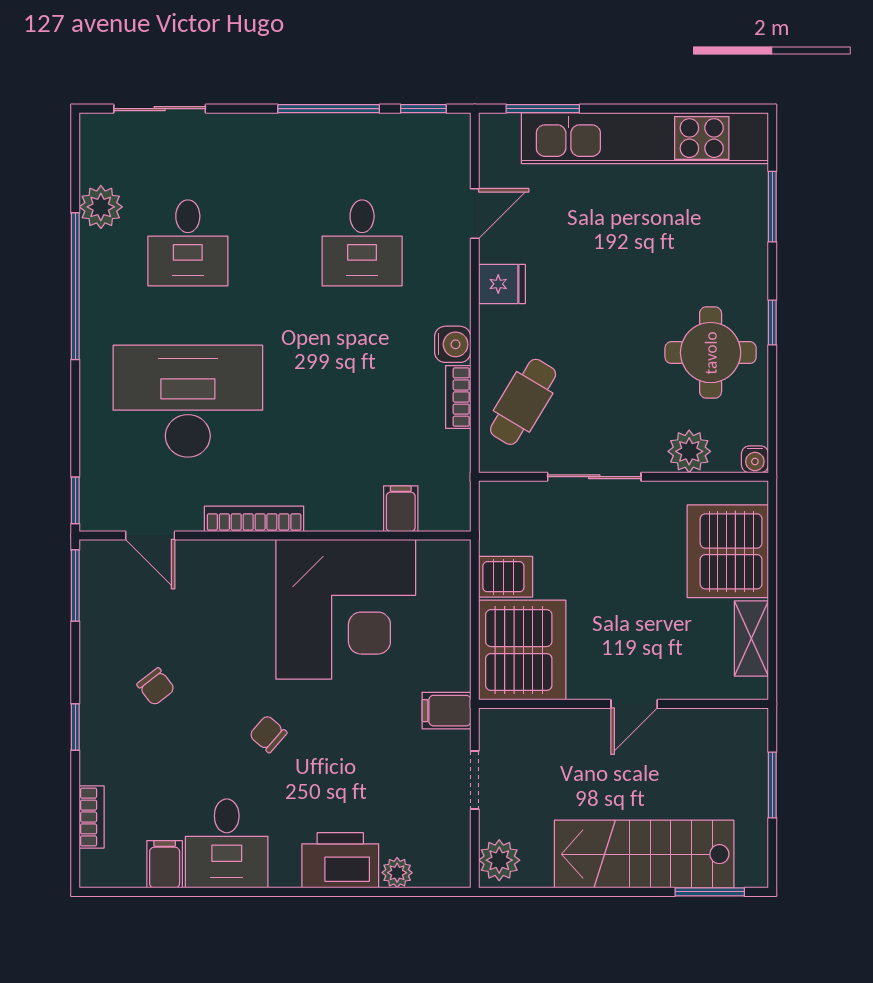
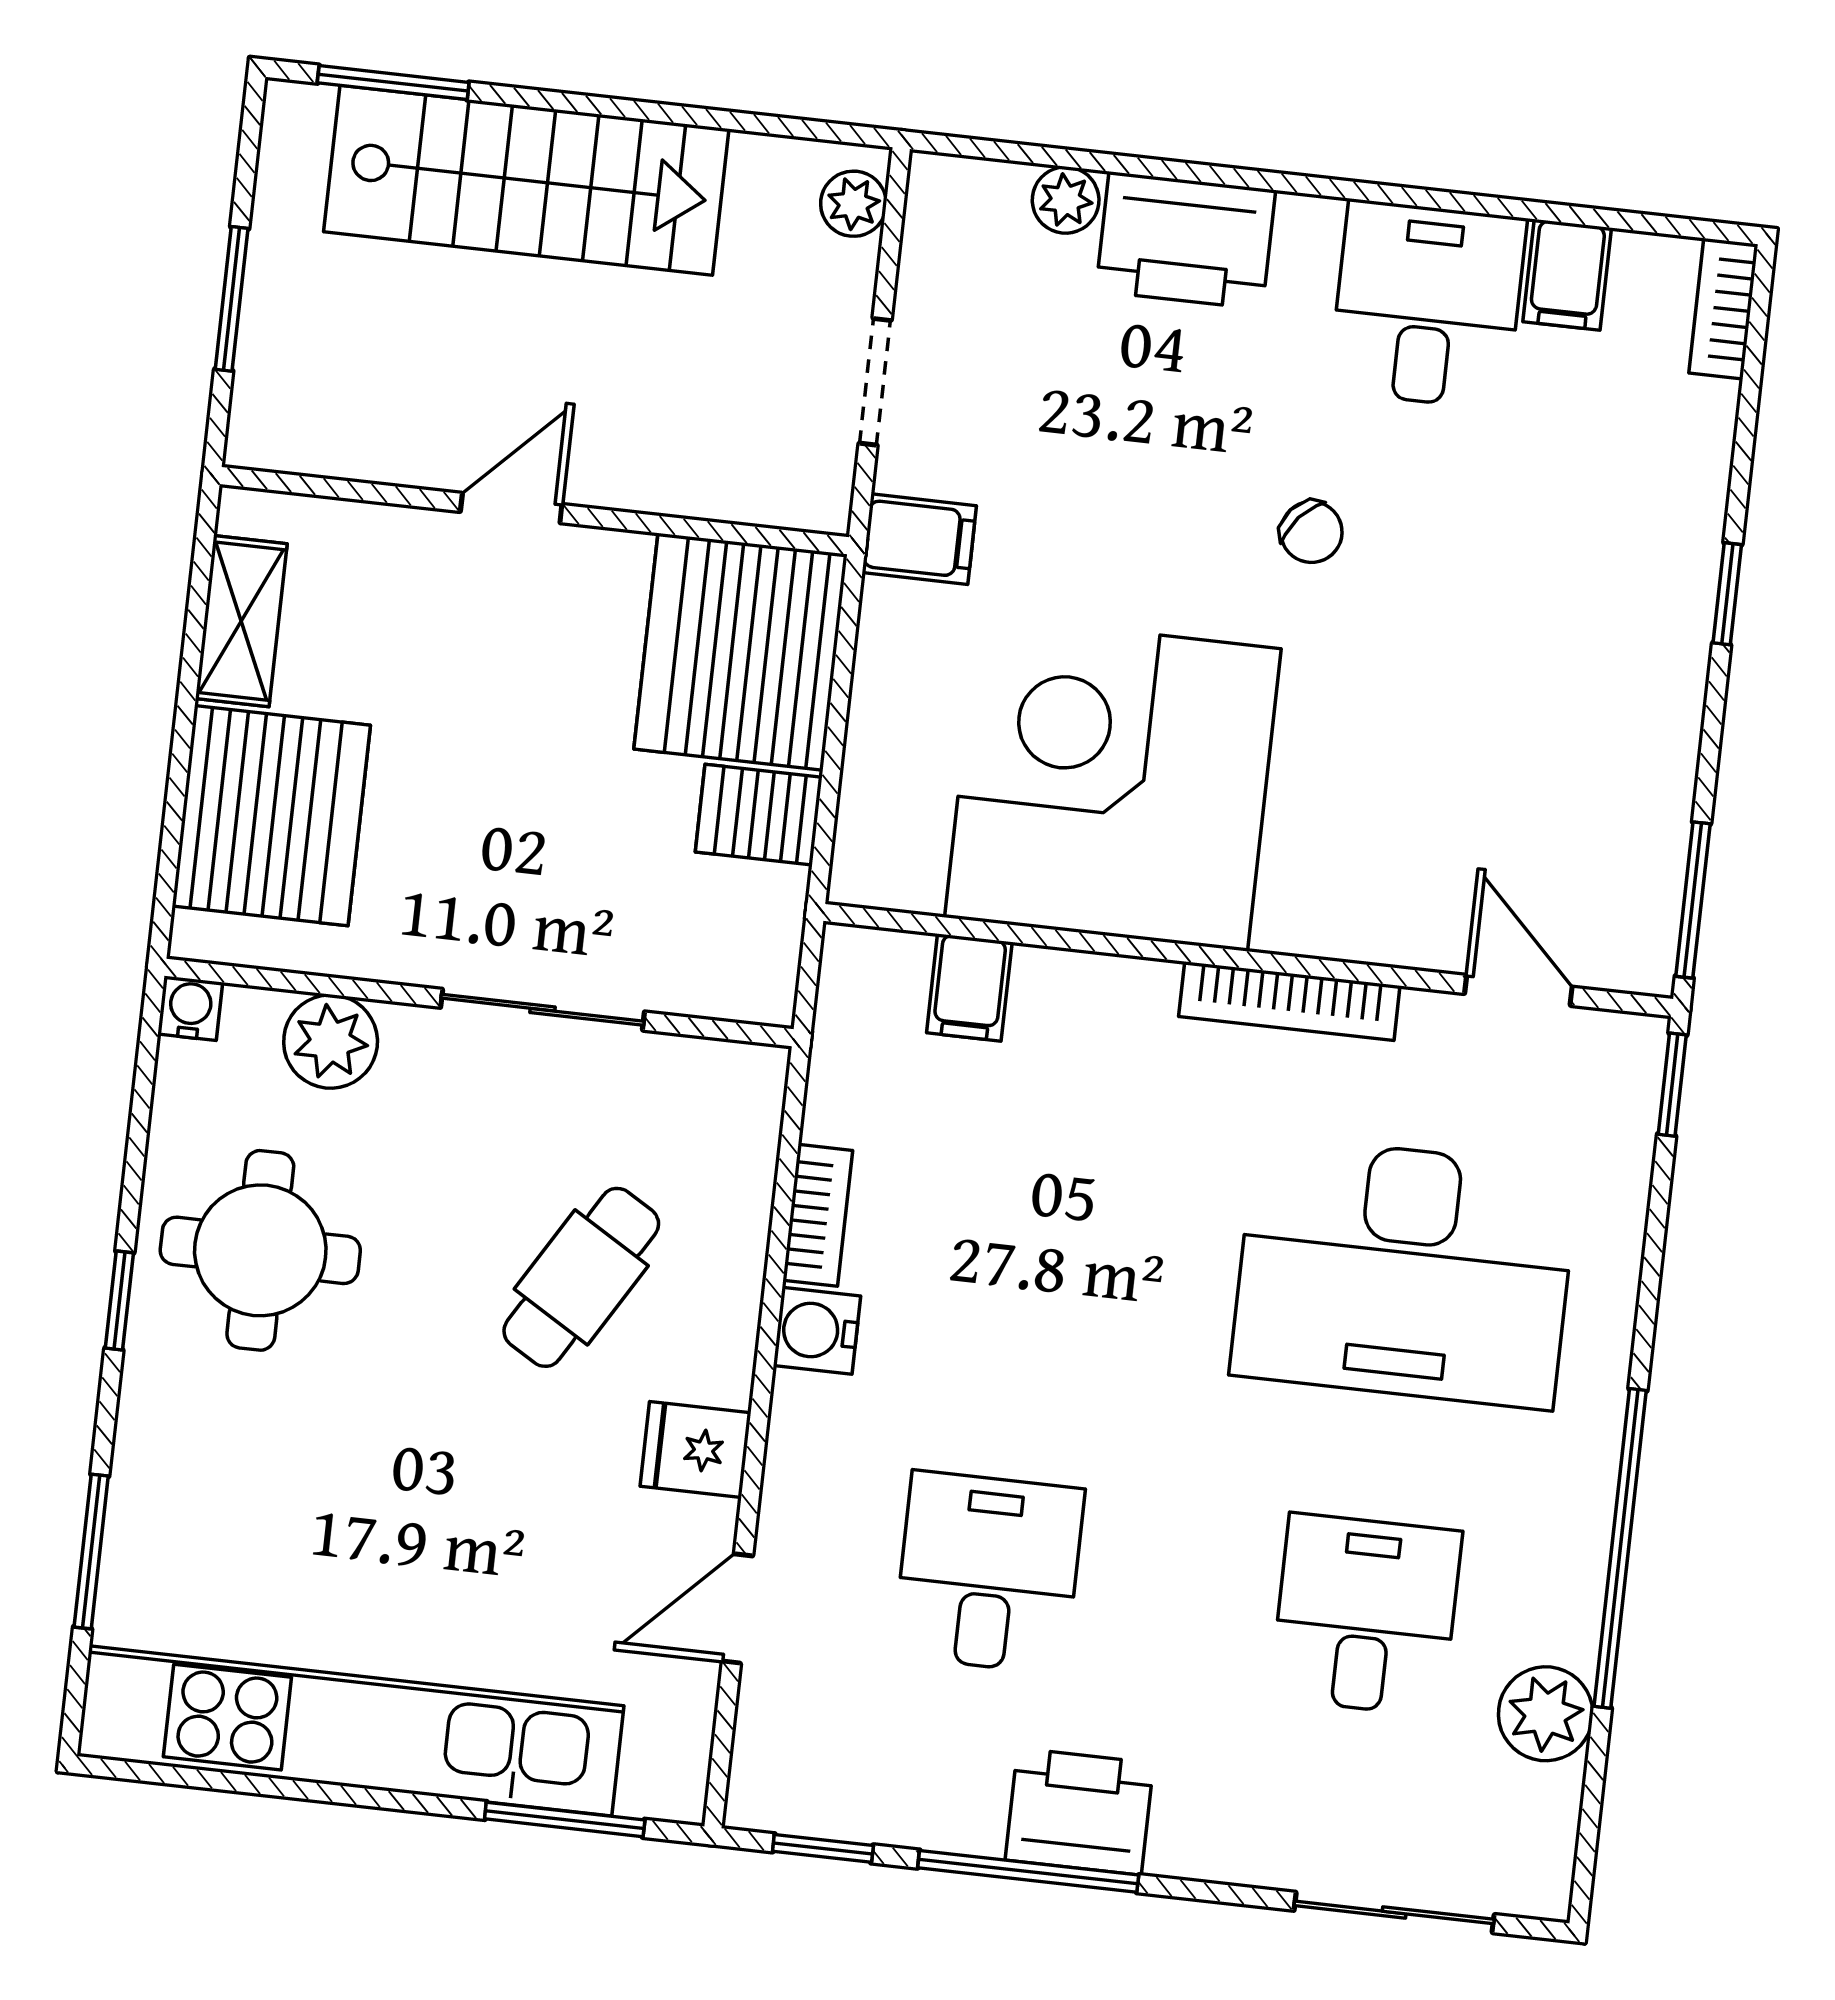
printer: (308, 138) -> (1079, 1812), added
cafe table: (523, 402) -> (581, 1277), moved
chair: (156, 687) -> (1543, 661), removed
bookcase: (92, 817) -> (1723, 309), moved
plant: (499, 860) -> (854, 204), width x0.73, depth x0.73

